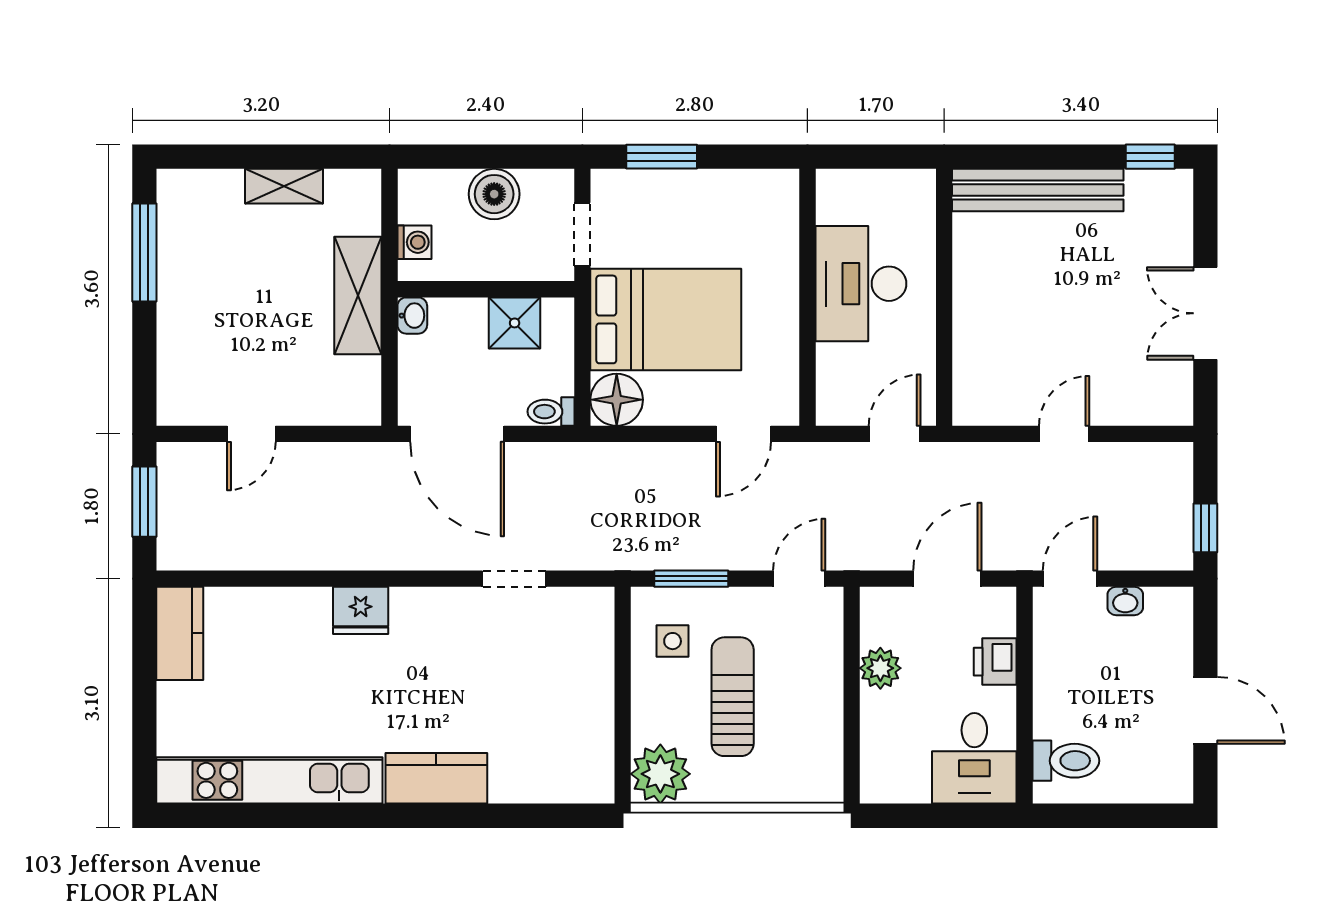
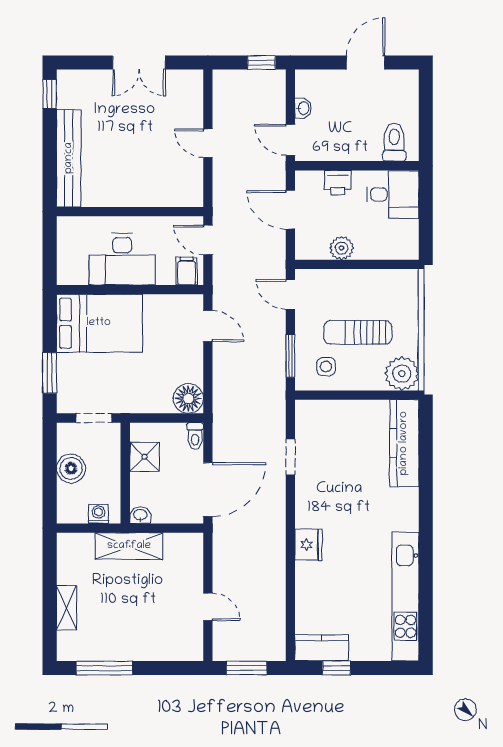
shelving: (284, 186) -> (66, 608), moved
bed: (666, 319) -> (99, 323), moved, turned 90
filing cabinet: (840, 397) -> (187, 271), added
window: (144, 659) -> (336, 668), added
kitchen counter: (436, 778) -> (404, 443), moved, width x1.50

